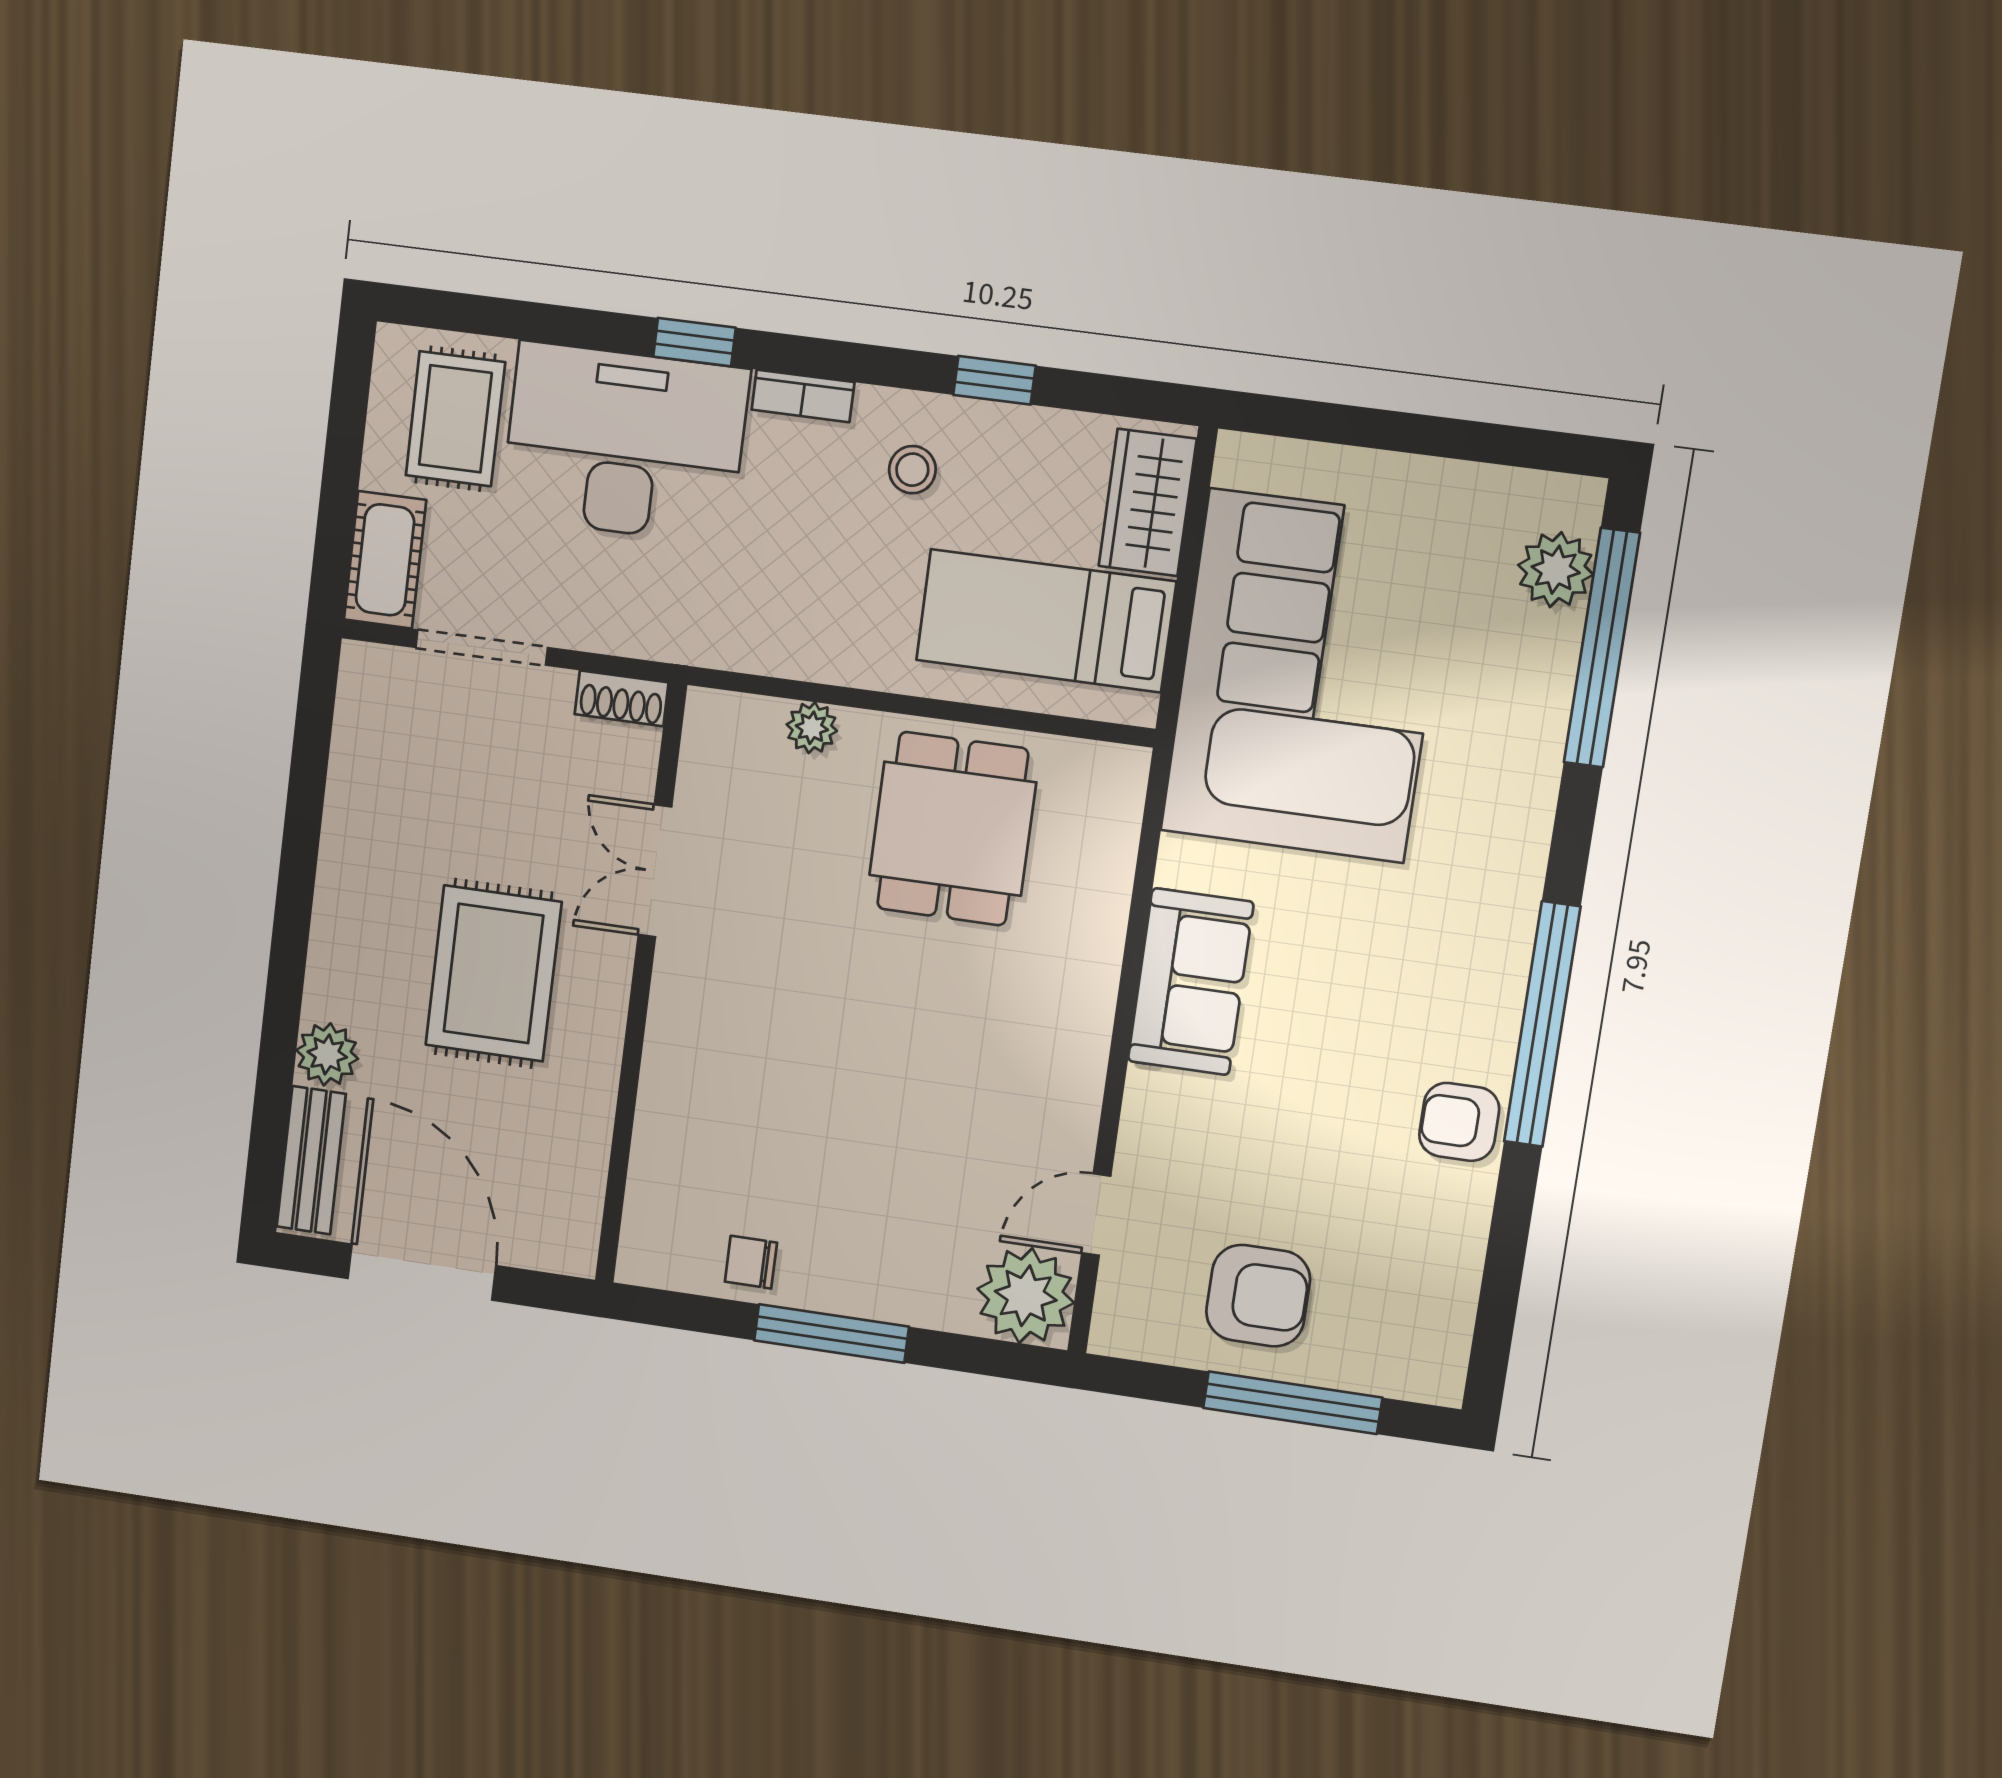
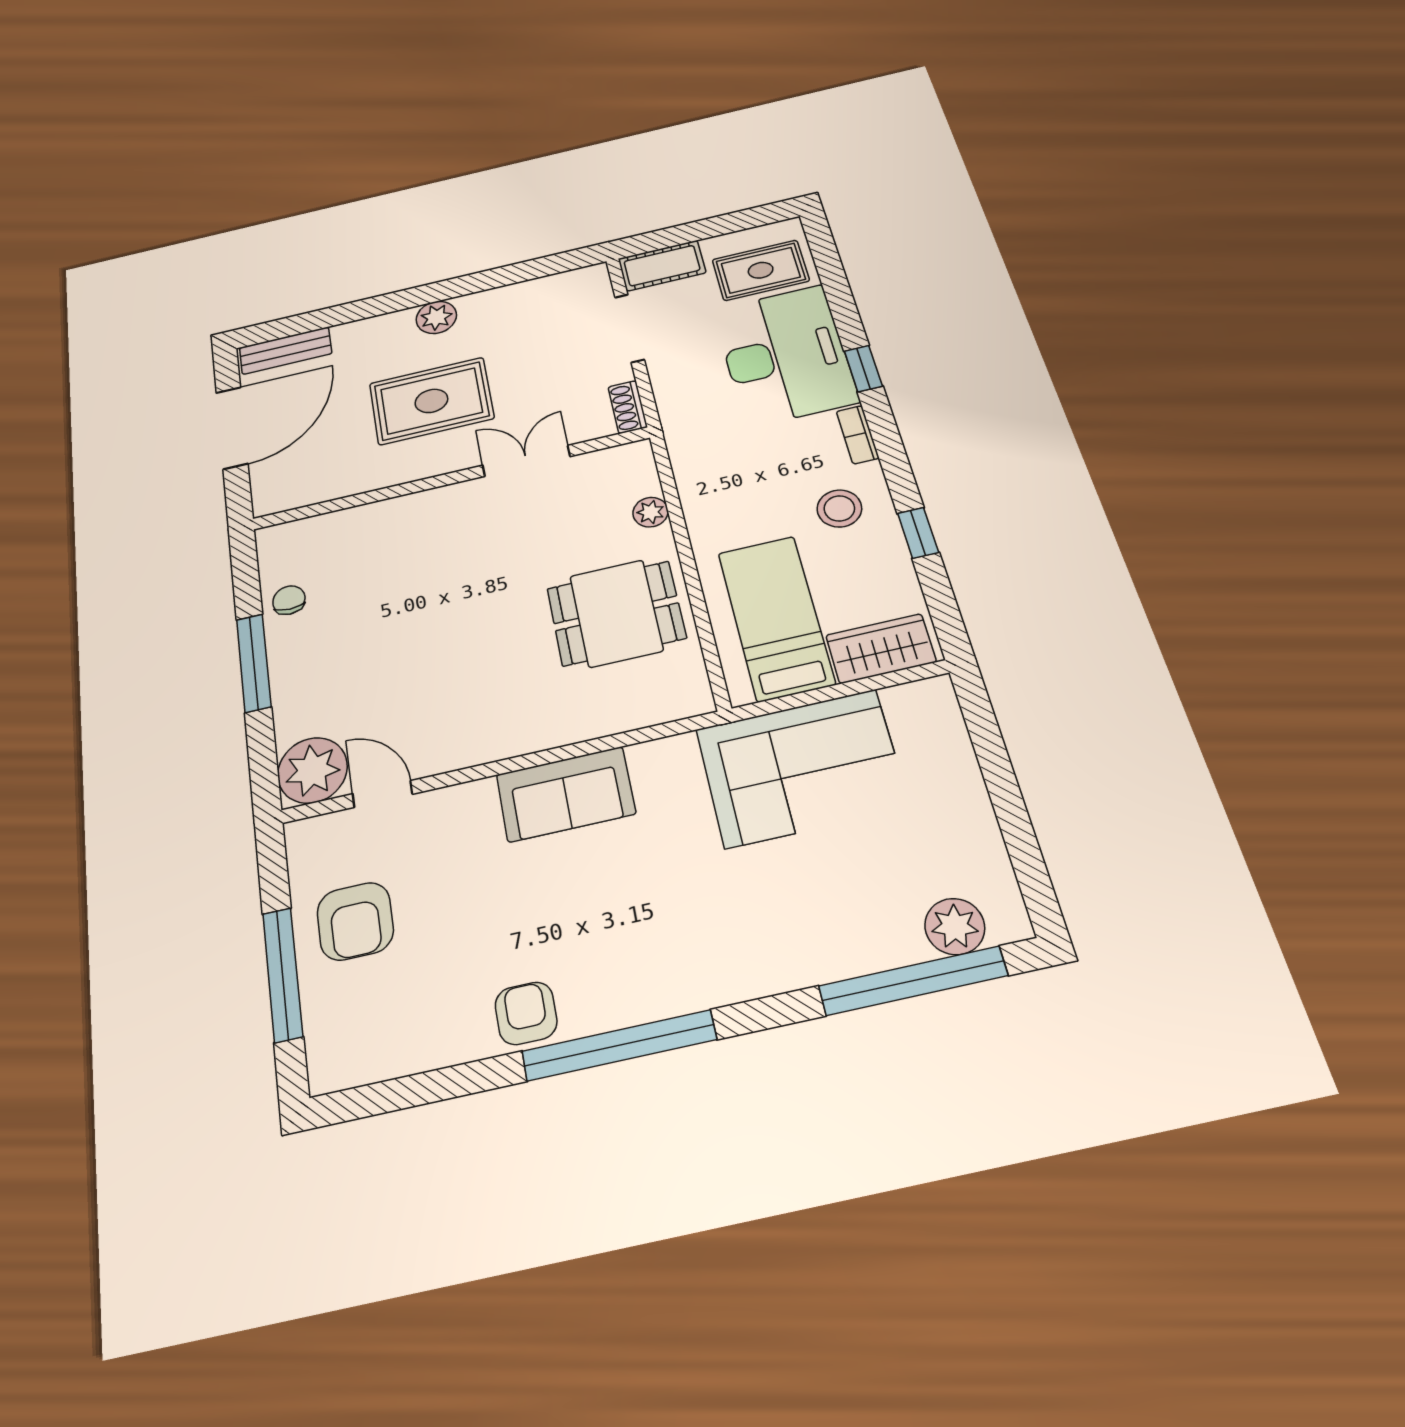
stool: (912, 470) -> (839, 508), width x1.37, depth x1.37
corner sofa: (1307, 676) -> (801, 768), width x0.73, depth x0.74
plant: (327, 1054) -> (436, 317), moved

